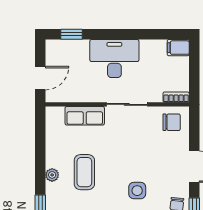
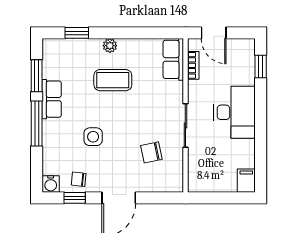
bookcase: (176, 97) -> (193, 65), moved
row of seats: (85, 116) -> (173, 59), moved
chair: (172, 122) -> (151, 152), moved, turned 78

